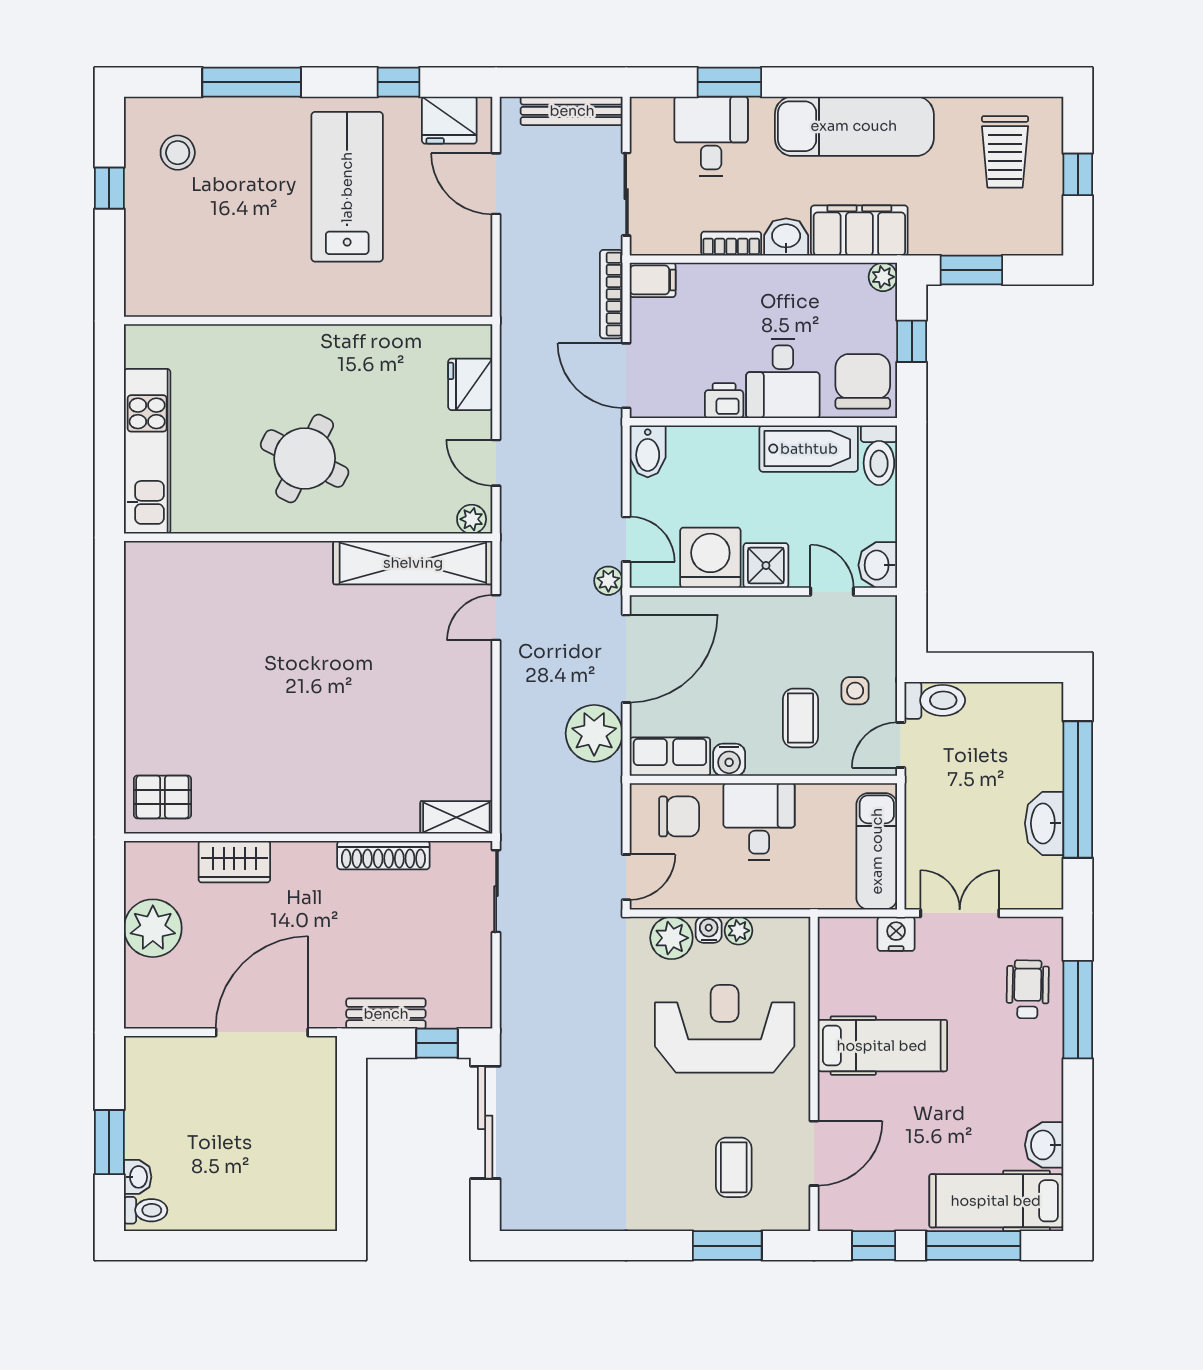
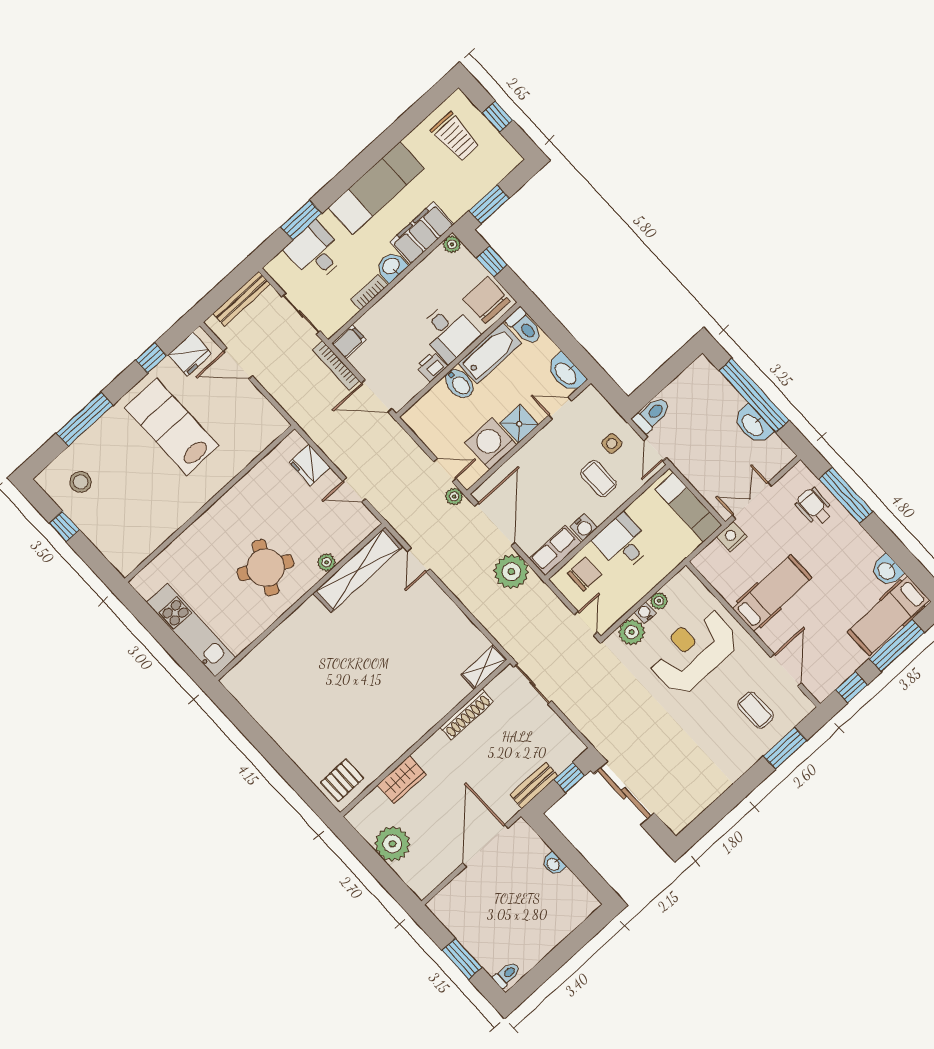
bidet: (648, 451) -> (459, 384), moved
plant: (472, 519) -> (327, 562), moved
washbasin: (878, 565) -> (566, 373), width x1.38
washbasin: (138, 1177) -> (554, 864), moved, turned 180

